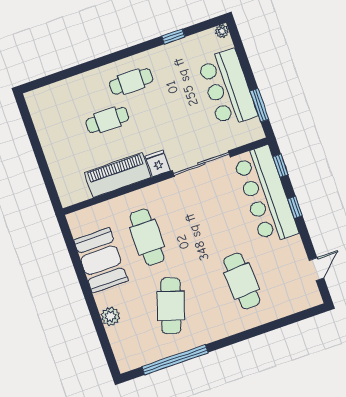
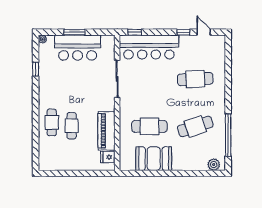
cafe table: (131, 81) -> (52, 122), moved
window: (259, 105) -> (74, 32), moved
fridge: (158, 163) -> (108, 157), moved
window: (295, 207) -> (183, 32), moved
cafe table: (171, 306) -> (195, 126), turned -36
plant: (110, 316) -> (214, 165), moved

